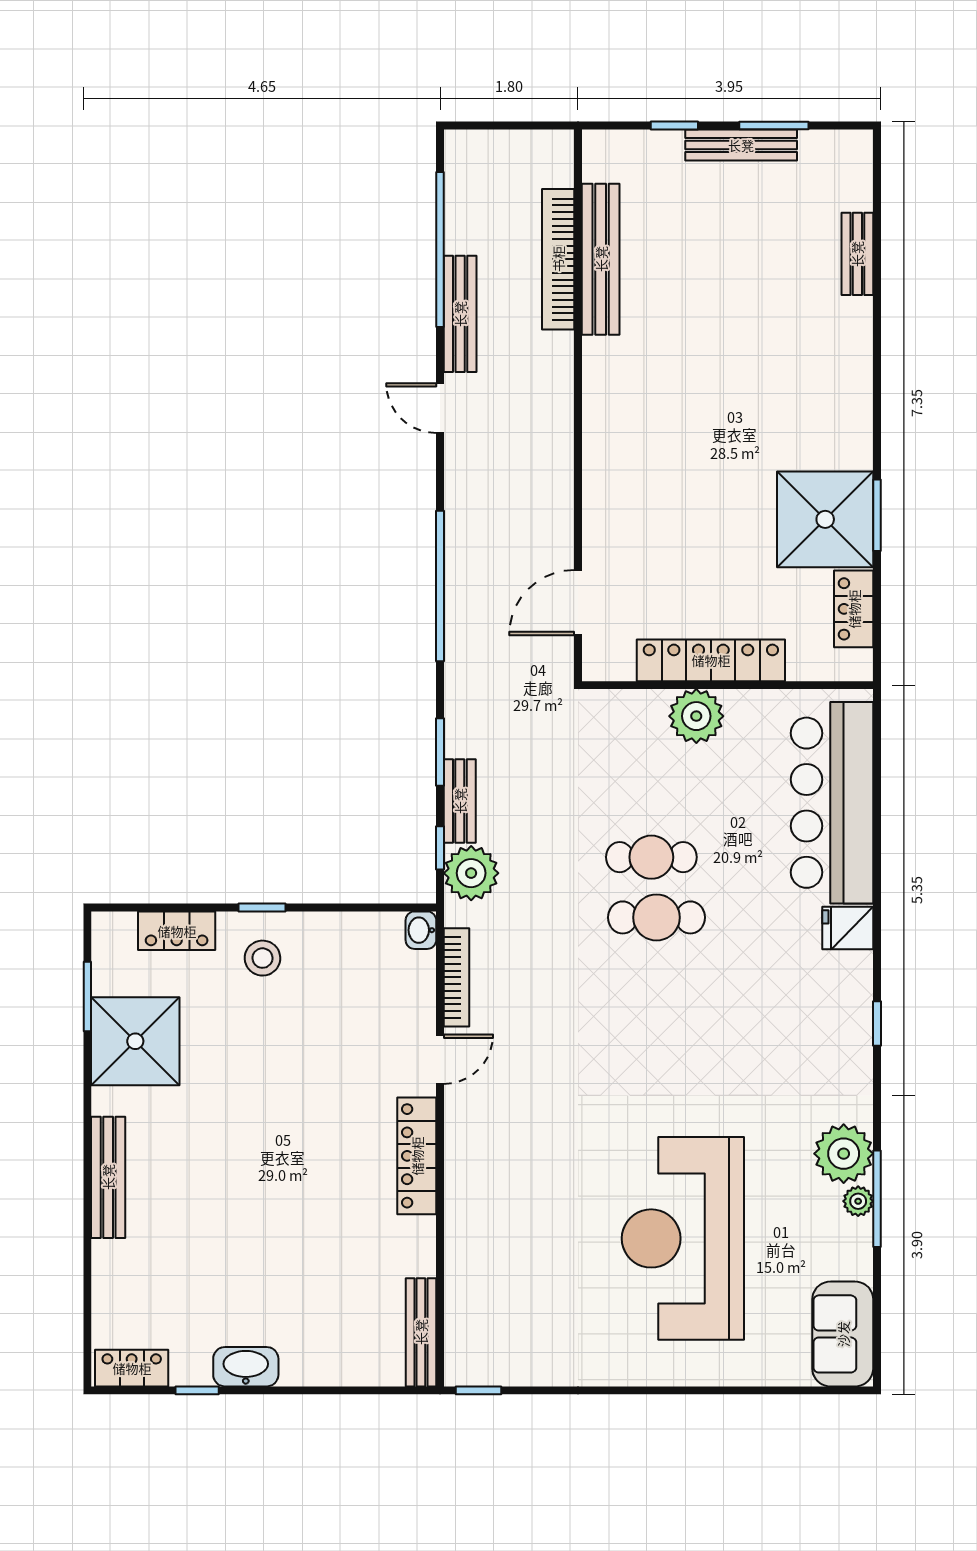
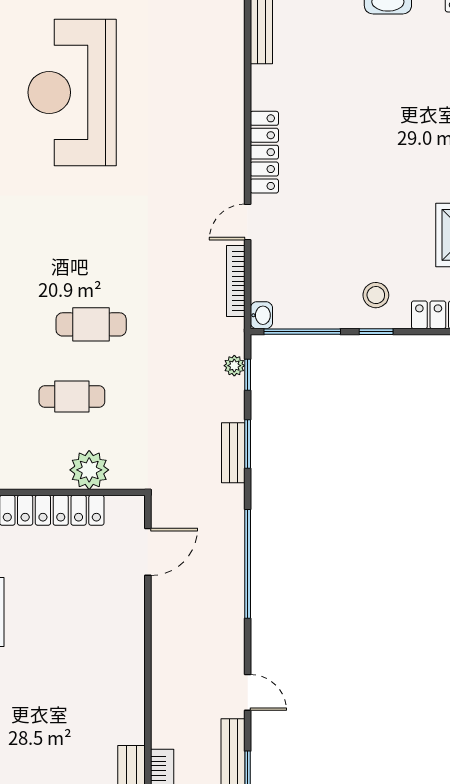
plant: (696, 716) -> (89, 470), moved
bench: (460, 801) -> (233, 453), moved
cafe table: (651, 857) -> (72, 396), moved
plant: (471, 873) -> (234, 366), width x0.53, depth x0.53
window: (364, 907) -> (302, 332), added
reception desk: (683, 1238) -> (72, 92), turned 180

